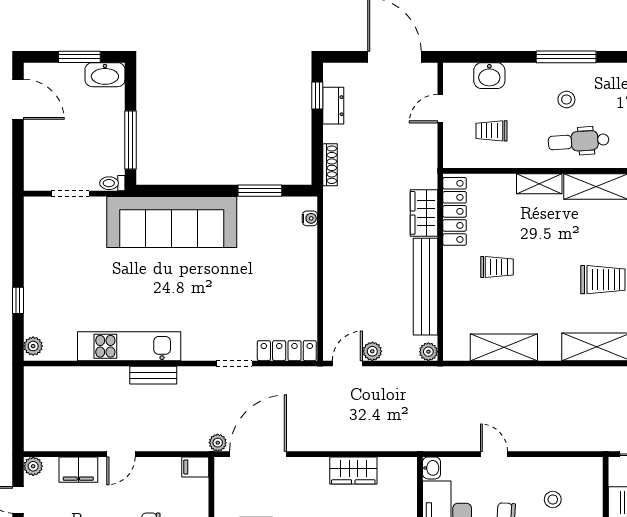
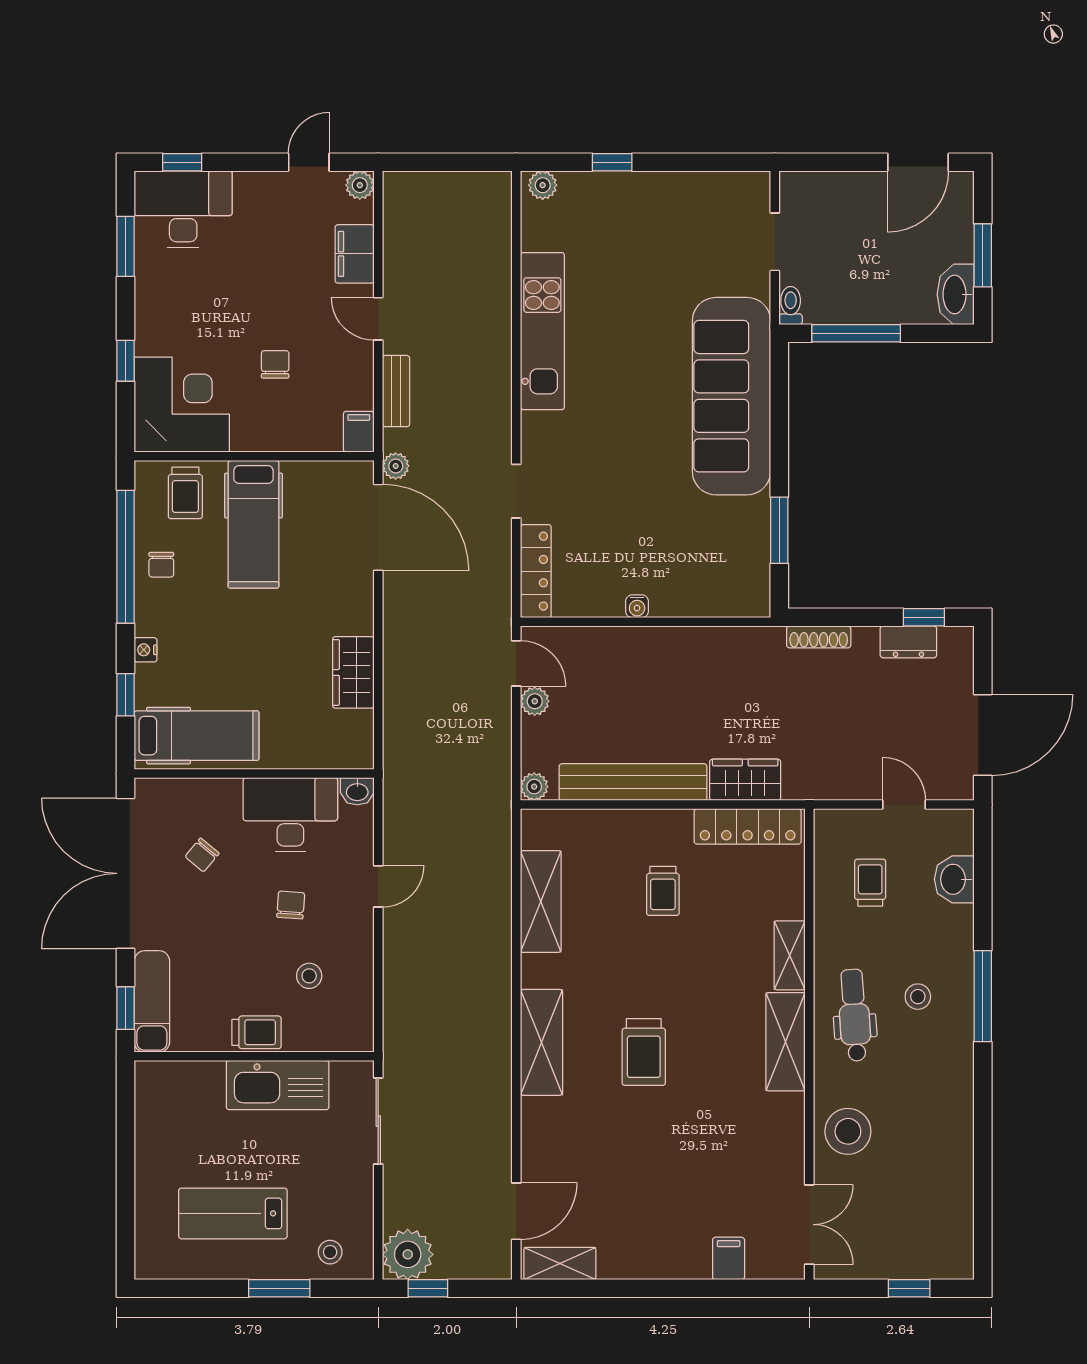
water cooler: (310, 218) -> (637, 606), moved
bench: (153, 375) -> (396, 391), moved

